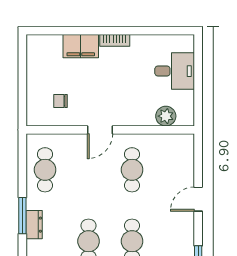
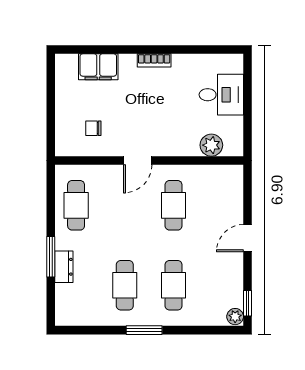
filing cabinet: (81, 46) -> (98, 67), moved

